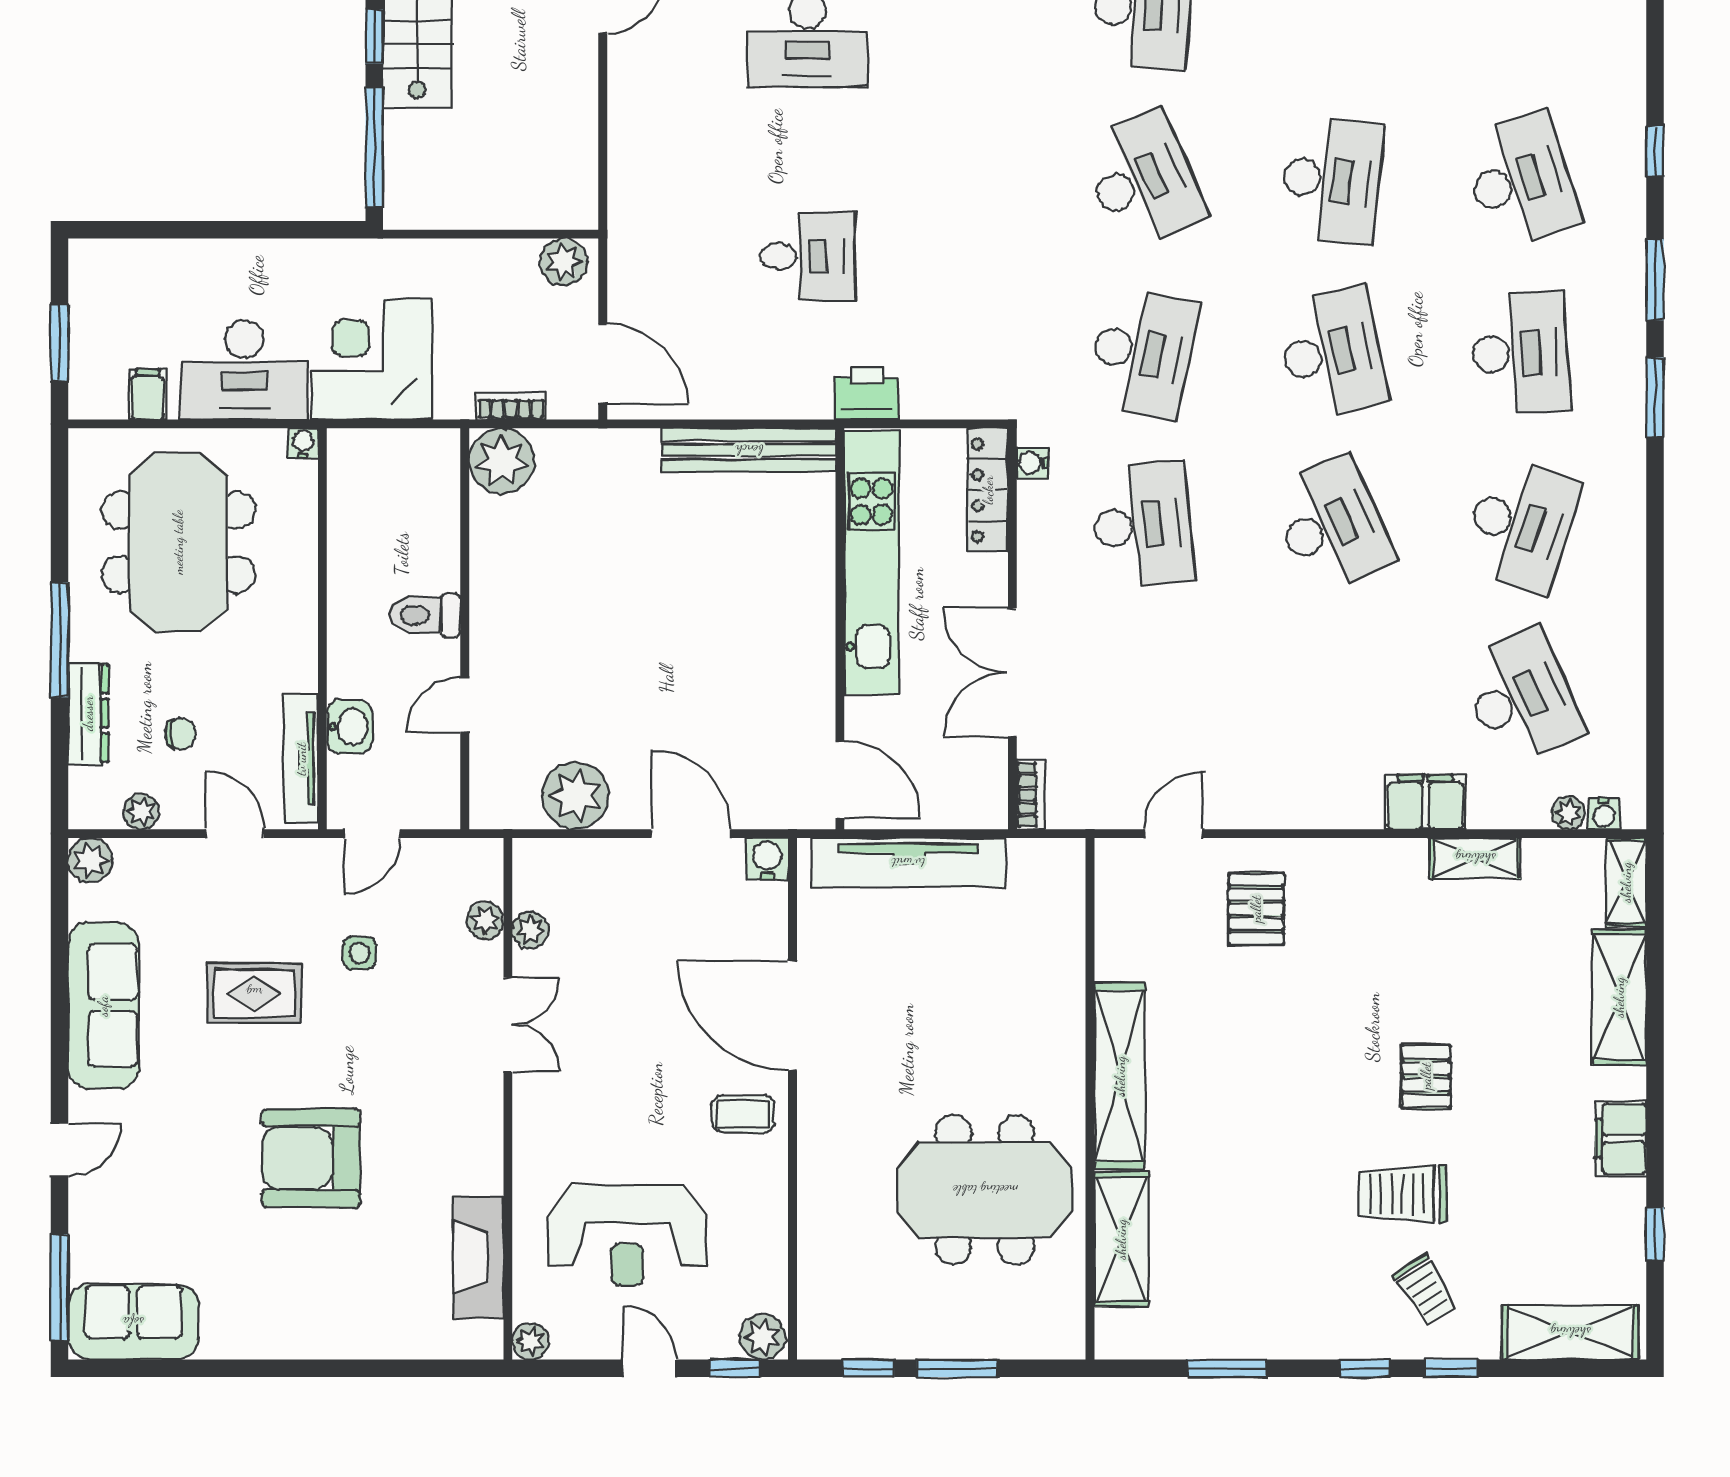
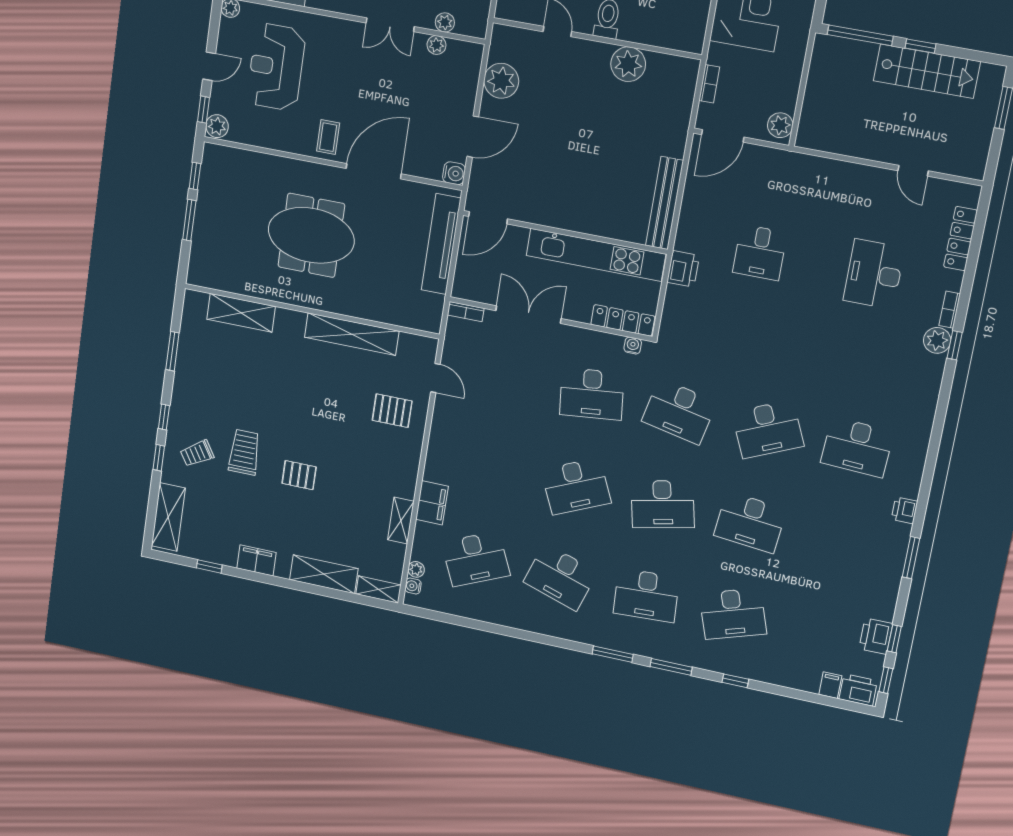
plant: (502, 461) -> (628, 64), moved
shelving: (1120, 1076) -> (352, 334), moved
meeting table: (985, 1190) -> (311, 235), moved, turned 90

